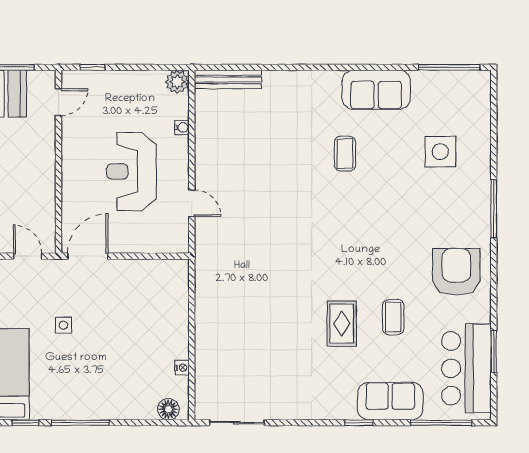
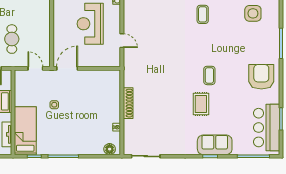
coffee table: (393, 317) -> (209, 75), moved
shoe rack: (203, 322) -> (128, 103), added
sofa: (390, 401) -> (215, 145), moved

